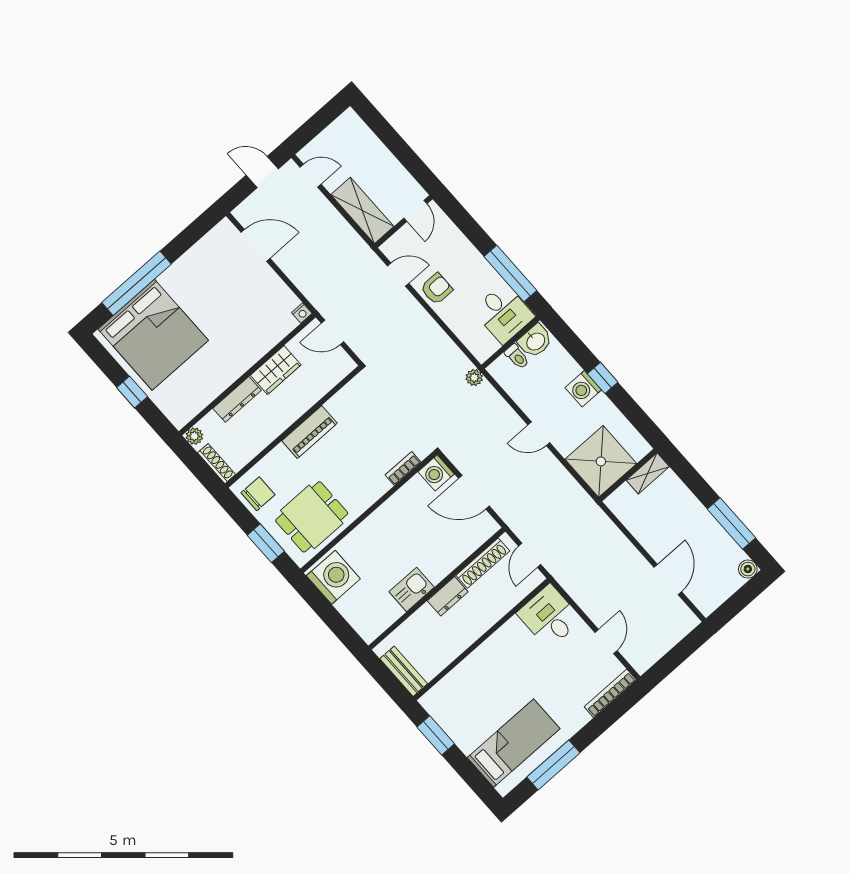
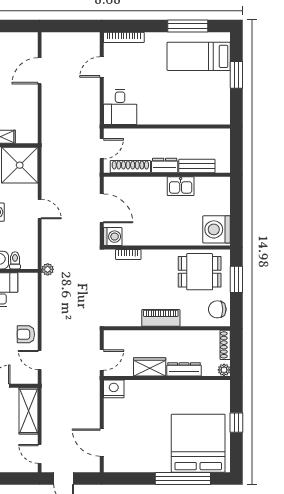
nightstand: (302, 313) -> (114, 389), width x1.89, depth x1.79
door: (333, 332) -> (102, 360), hinge flipped
bench: (404, 671) -> (197, 166), moved, turned 90
window: (436, 735) -> (236, 75), moved

